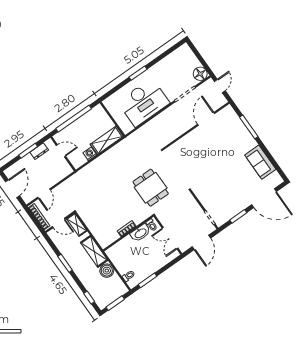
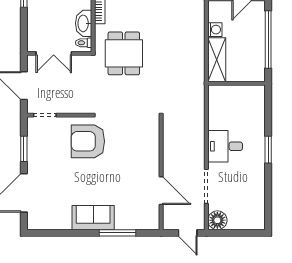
desk: (144, 102) -> (225, 146), width x0.53, depth x0.77
sofa: (260, 162) -> (93, 218), moved
armchair: (207, 182) -> (88, 141), added
dining table: (151, 188) -> (124, 53), moved, turned 90
double door: (170, 238) -> (54, 53), swing flipped

